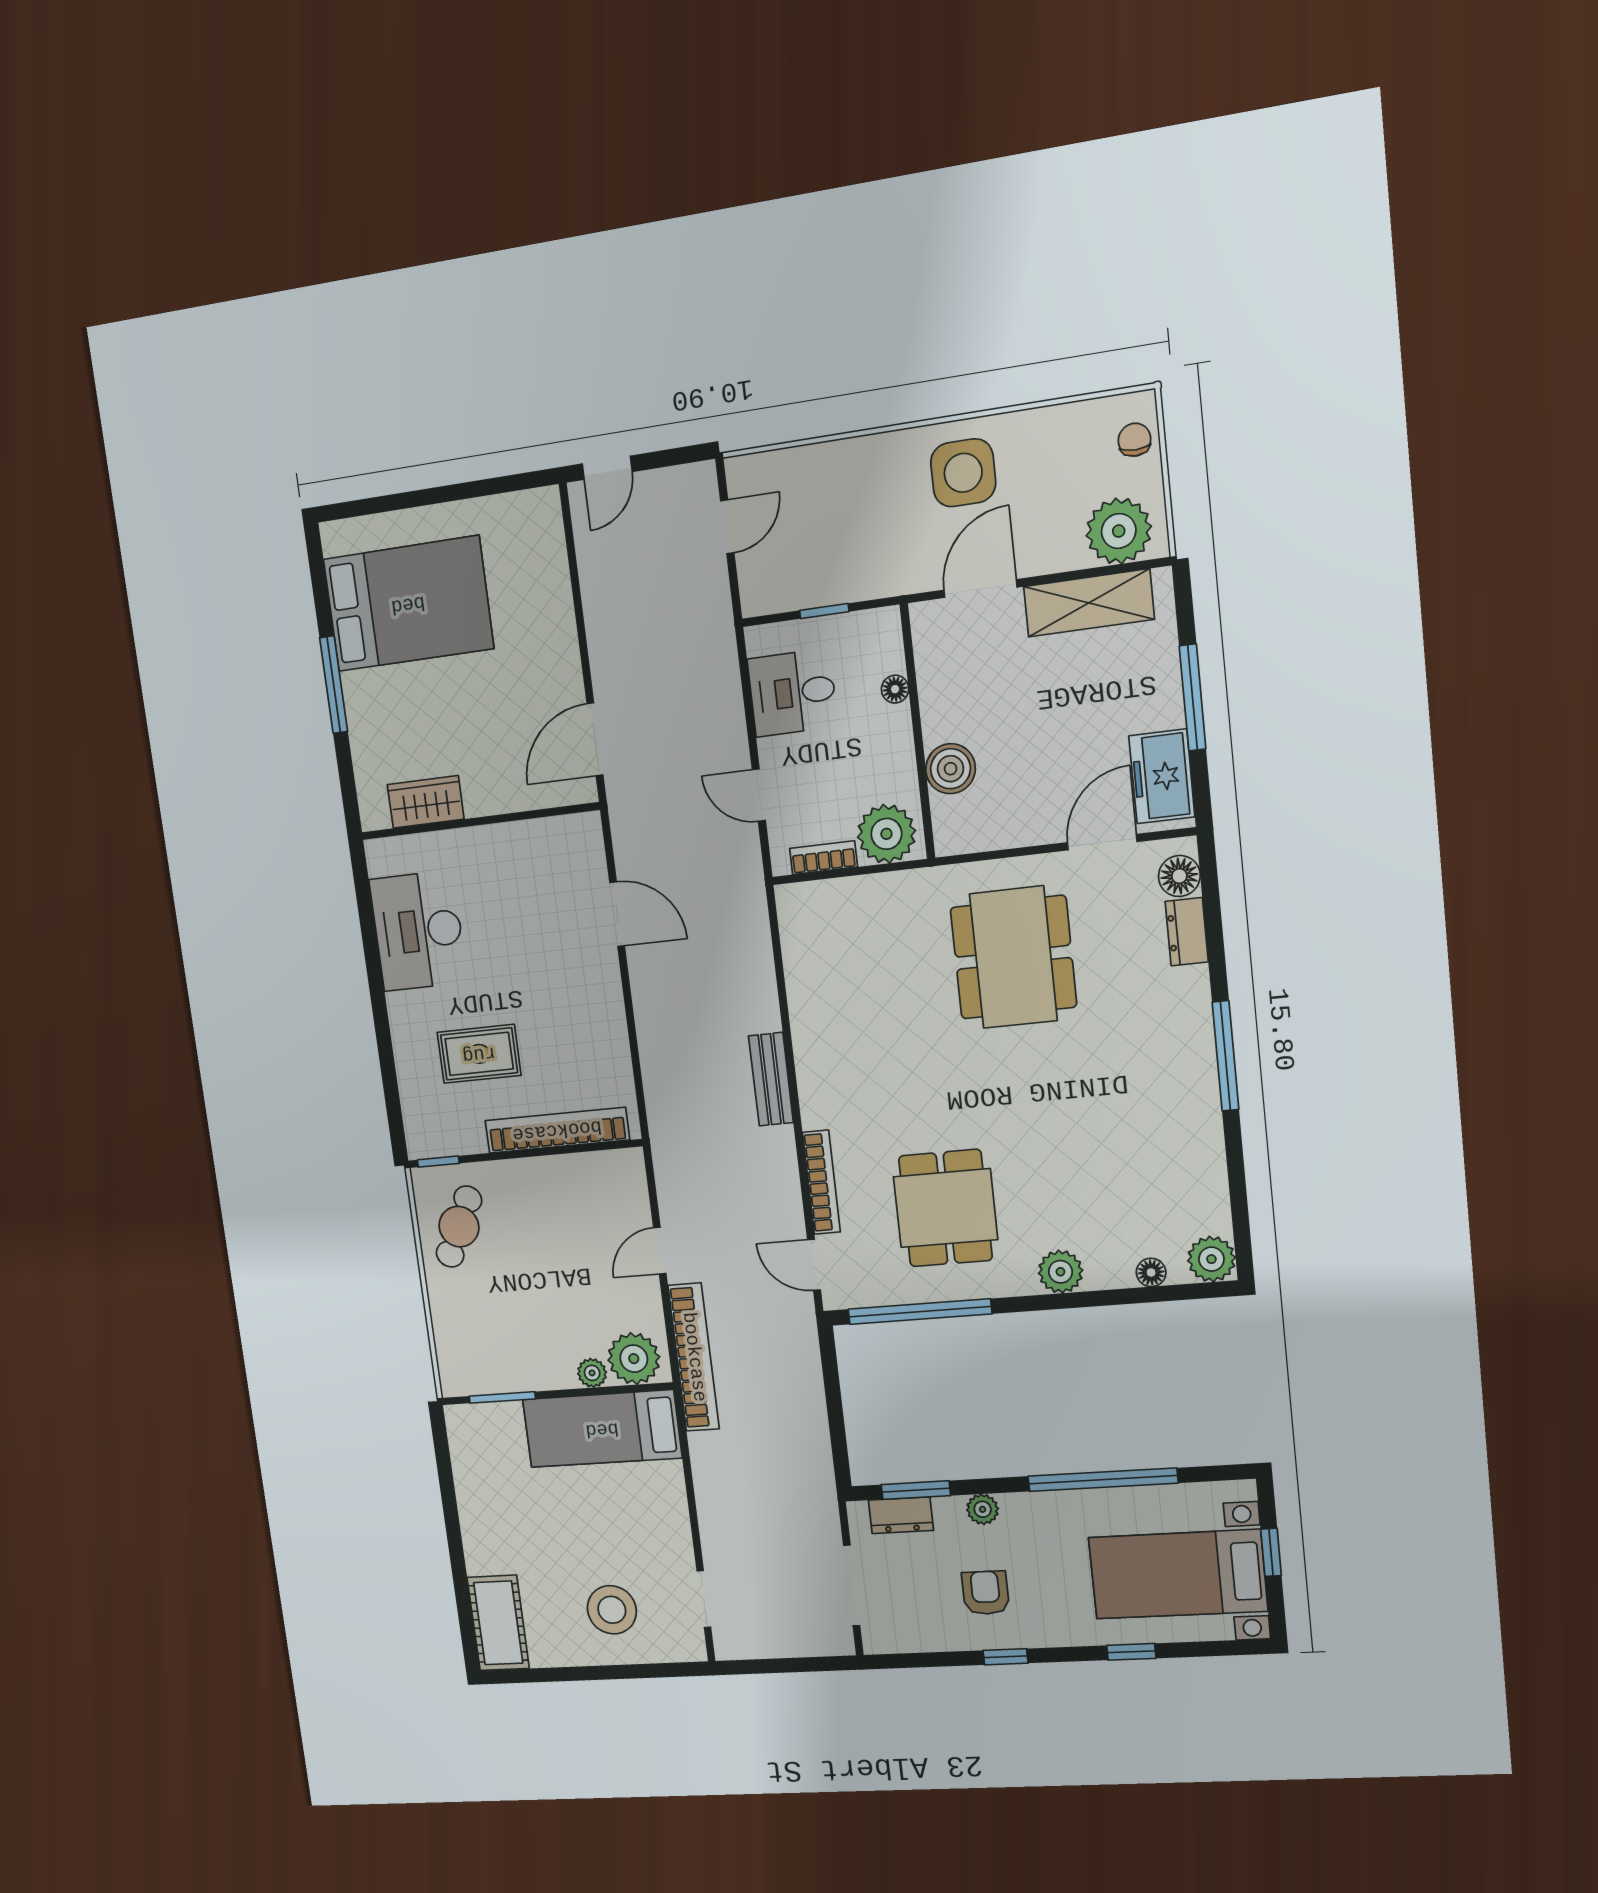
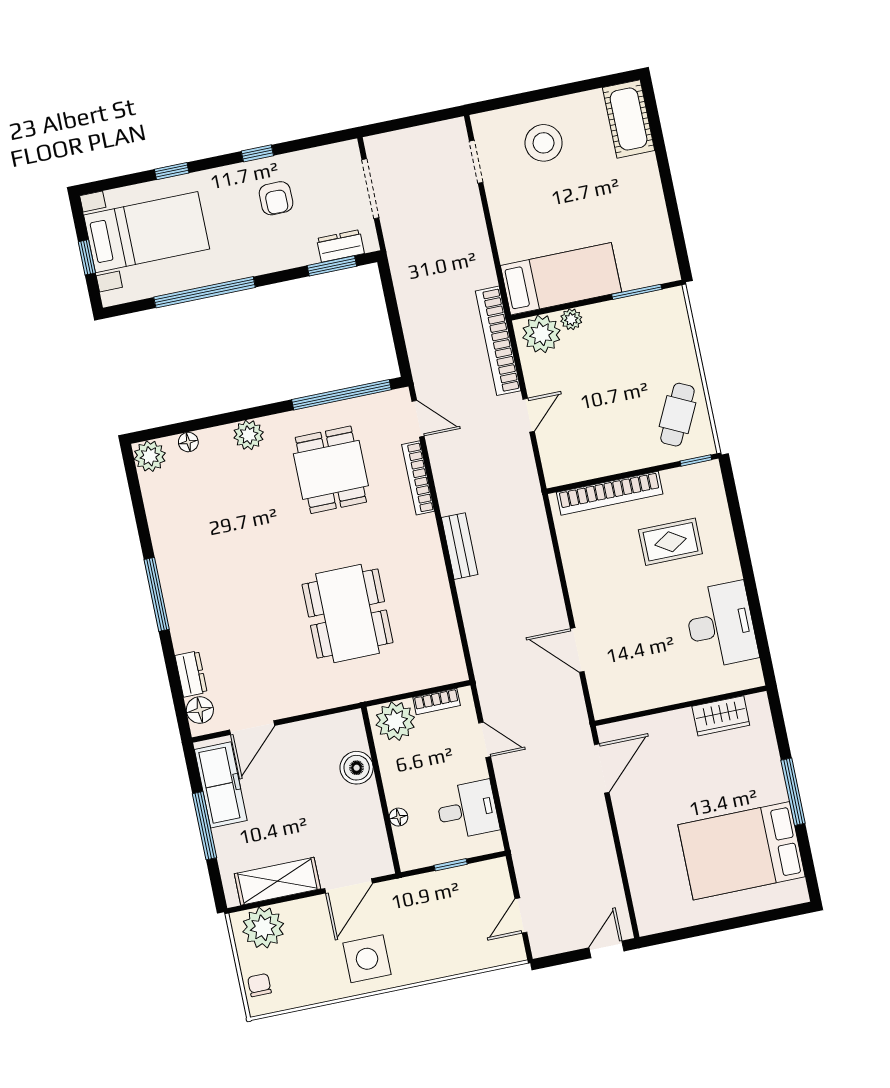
chair: (1134, 440) -> (259, 985), turned 180
freezer: (1162, 776) -> (221, 785), width x1.40
dining table: (1013, 957) -> (347, 614), moved
plant: (983, 1509) -> (284, 259), removed

